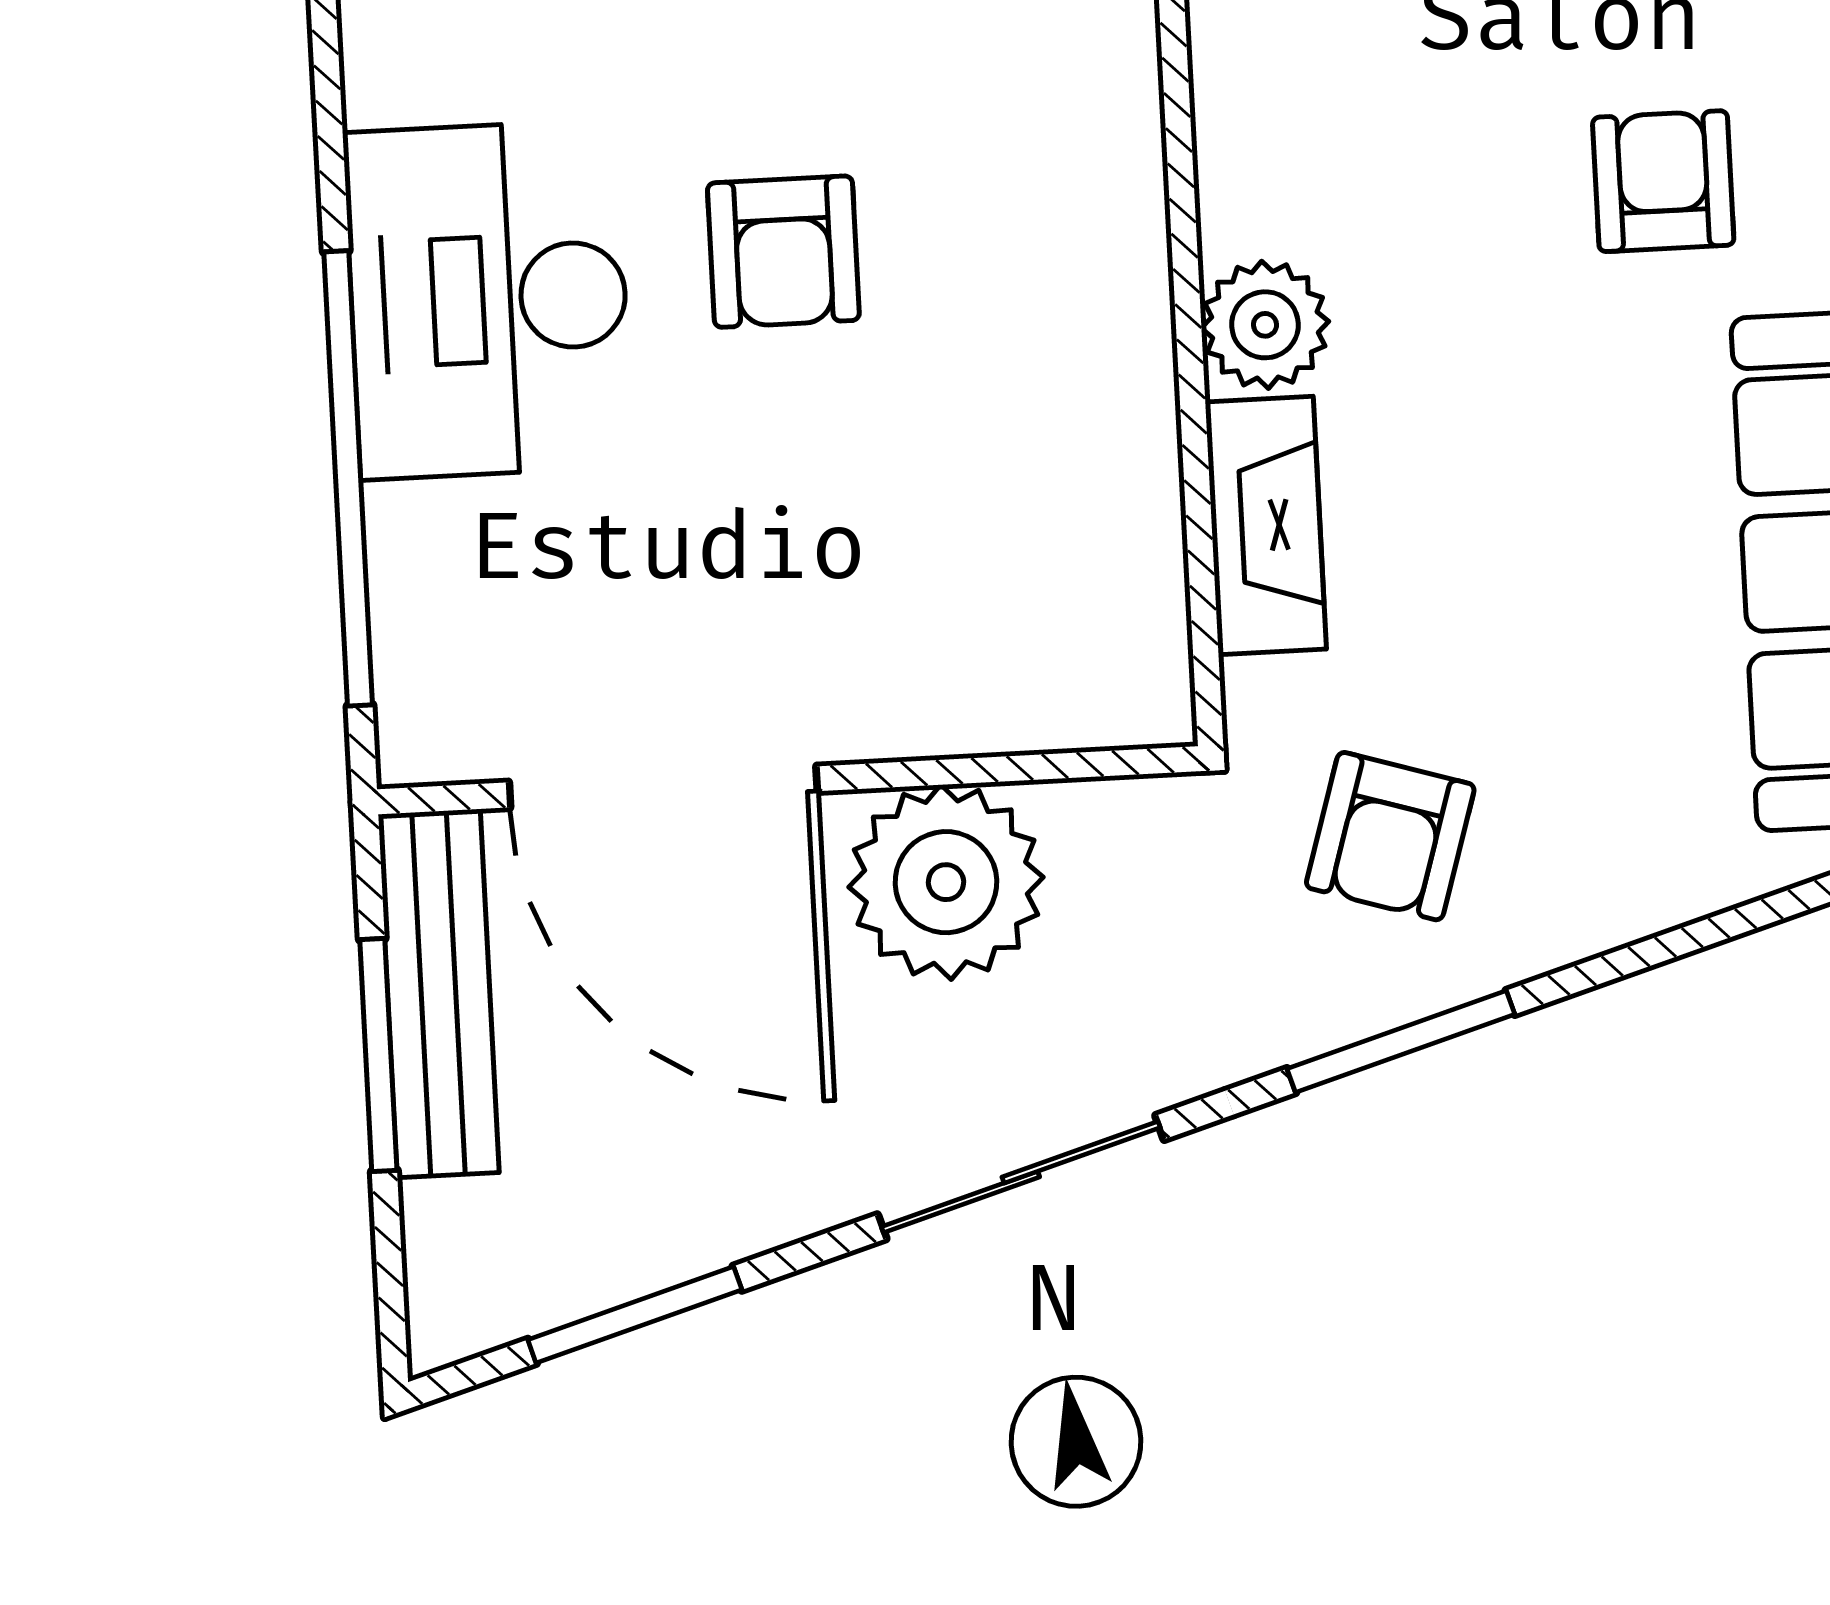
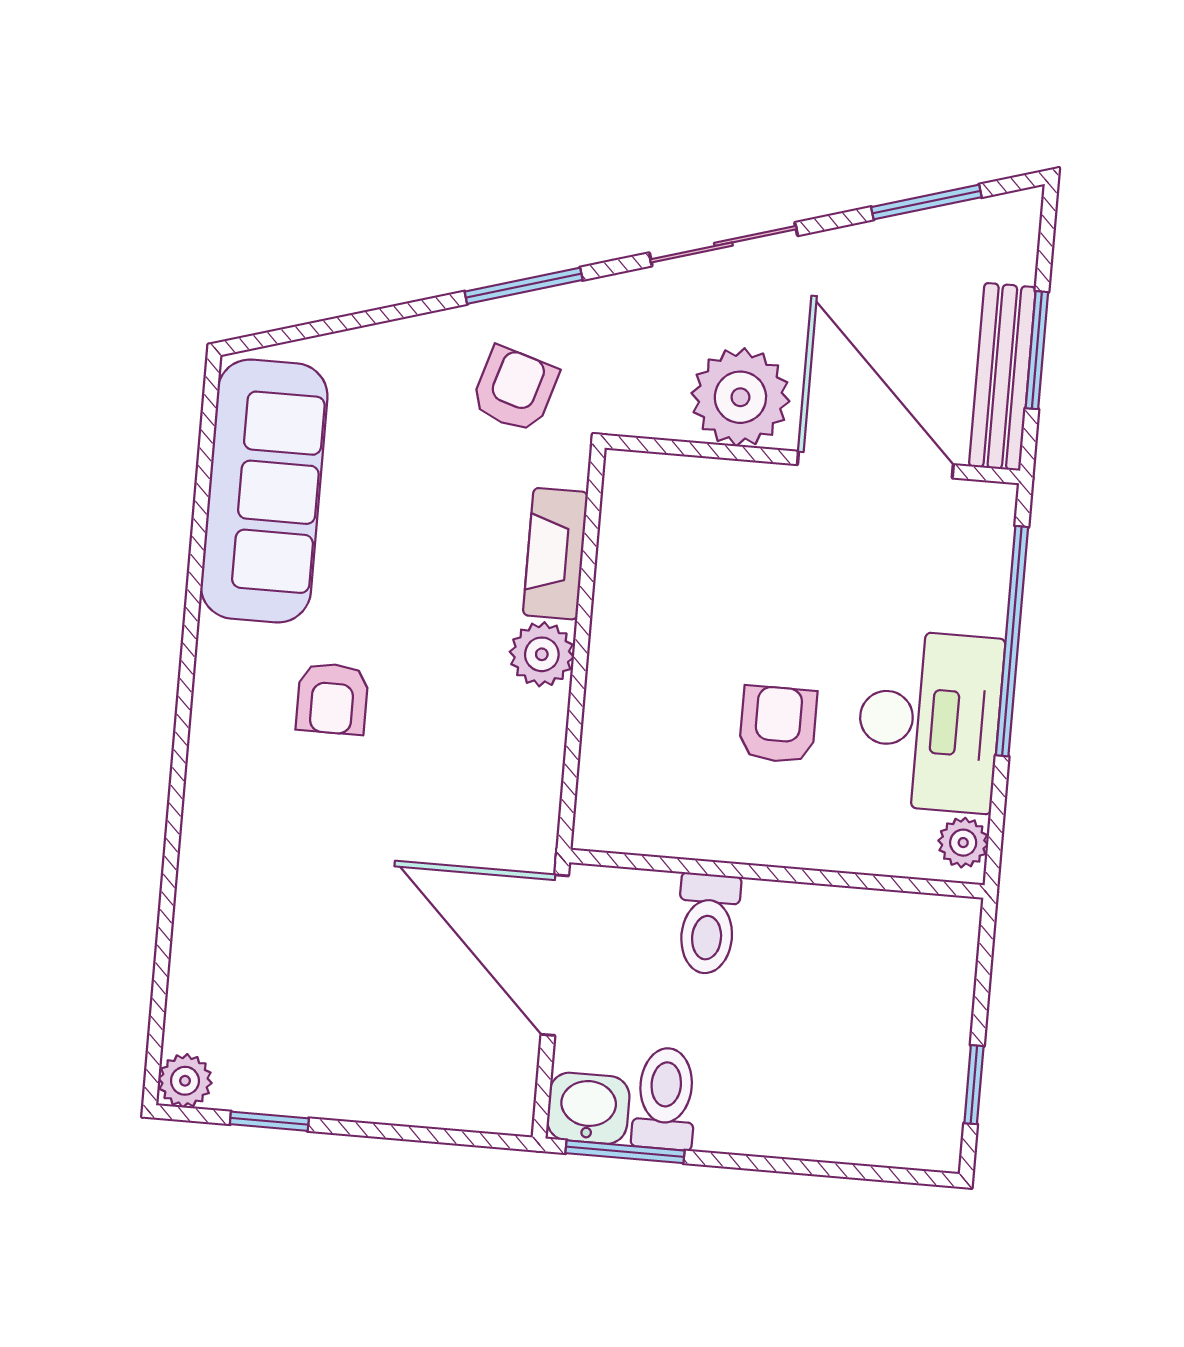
plant: (389, 71) -> (963, 843), added

